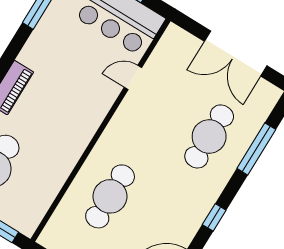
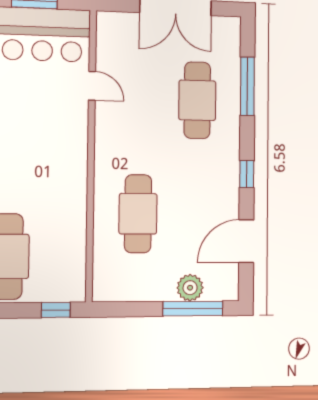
door: (133, 77) -> (92, 86), swing flipped

